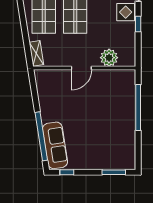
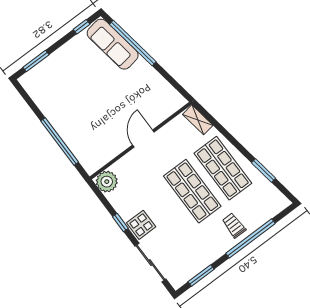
plant: (109, 58) -> (107, 182), moved

